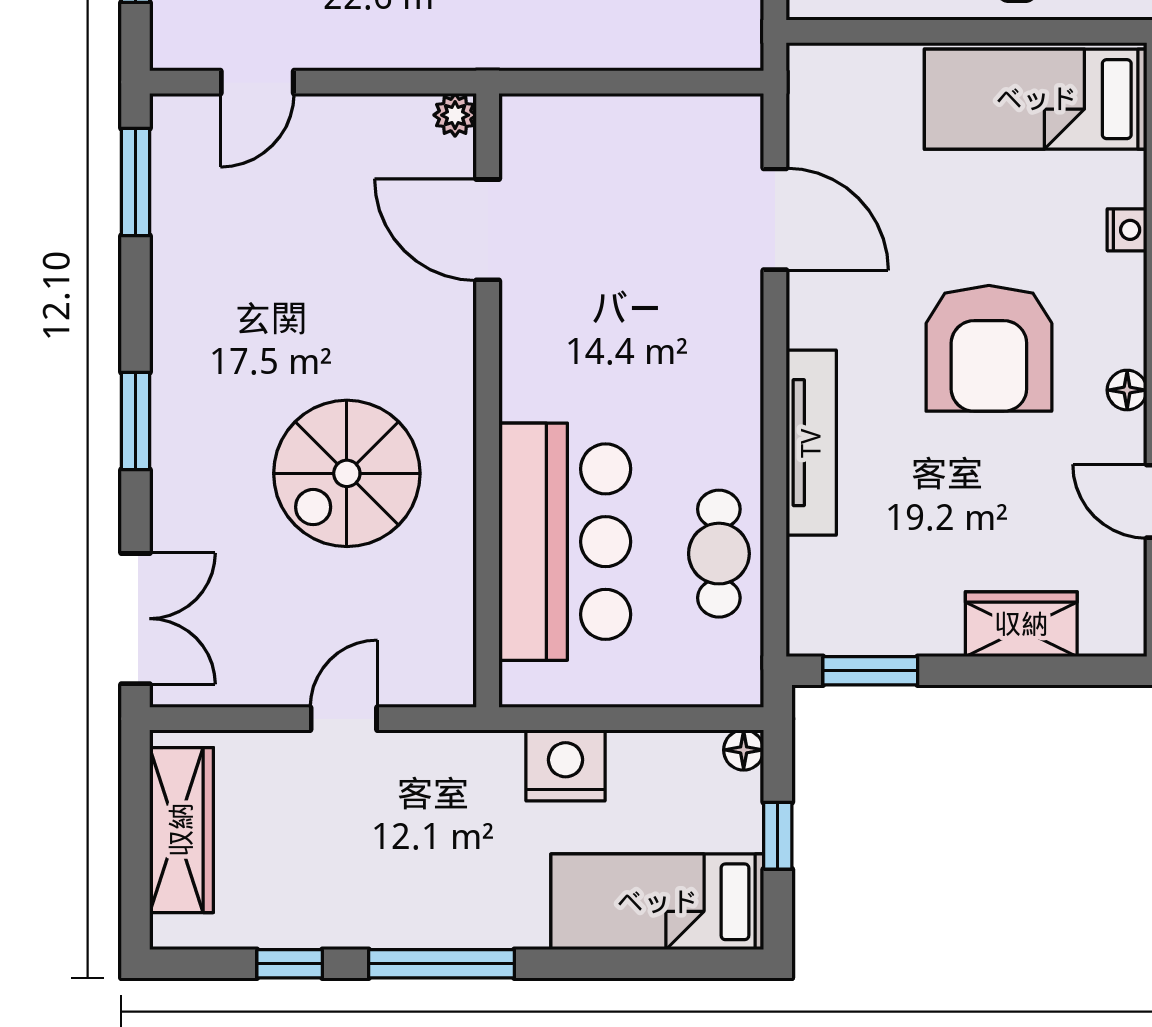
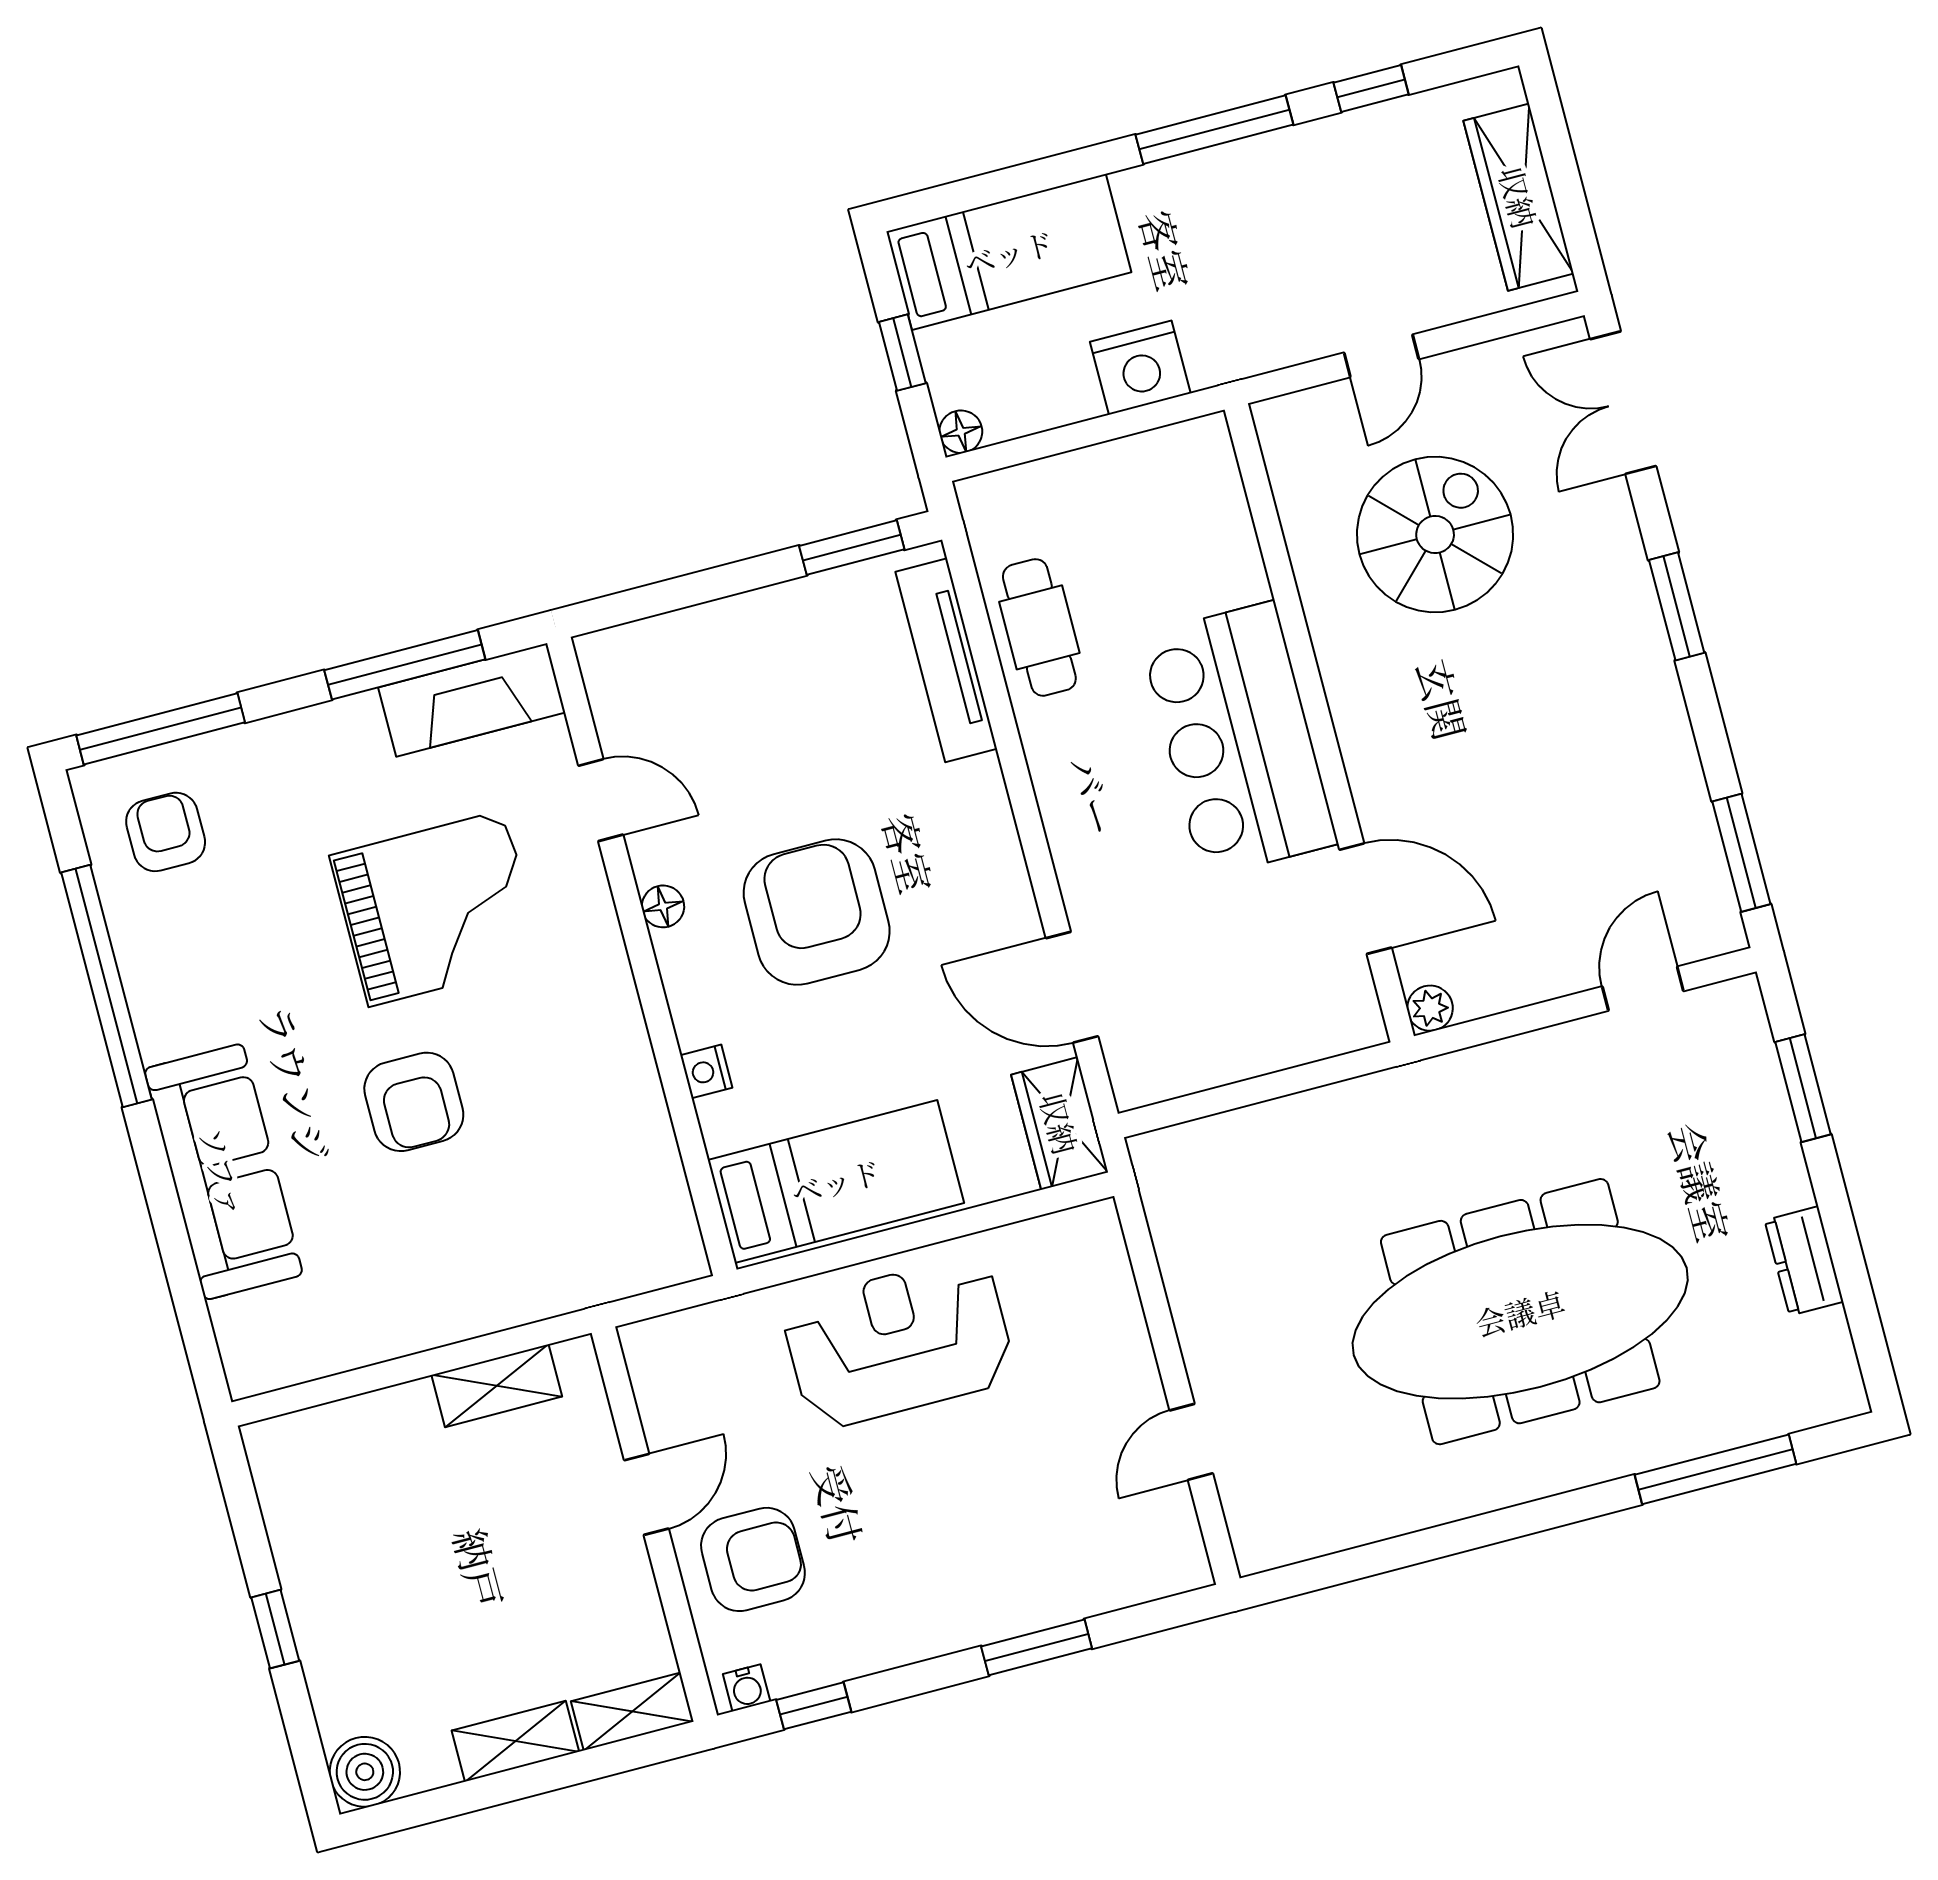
tv unit: (811, 443) -> (946, 660), moved
spiral stairs: (347, 473) -> (1435, 535), moved
bar counter: (565, 542) -> (1239, 740), moved
wardrobe: (1021, 624) -> (1060, 1123), moved, turned 90

